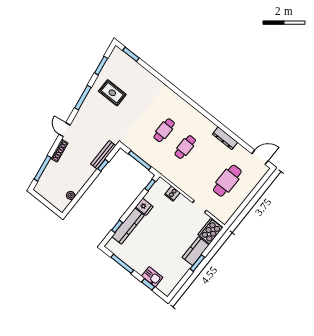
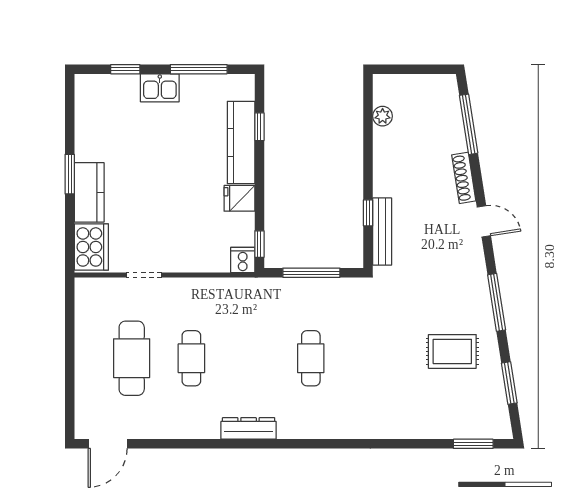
dresser: (225, 138) -> (249, 428), moved
cafe table: (185, 147) -> (191, 358), moved
cooker: (172, 193) -> (243, 260), moved
kitchen sink: (152, 277) -> (160, 88), moved

